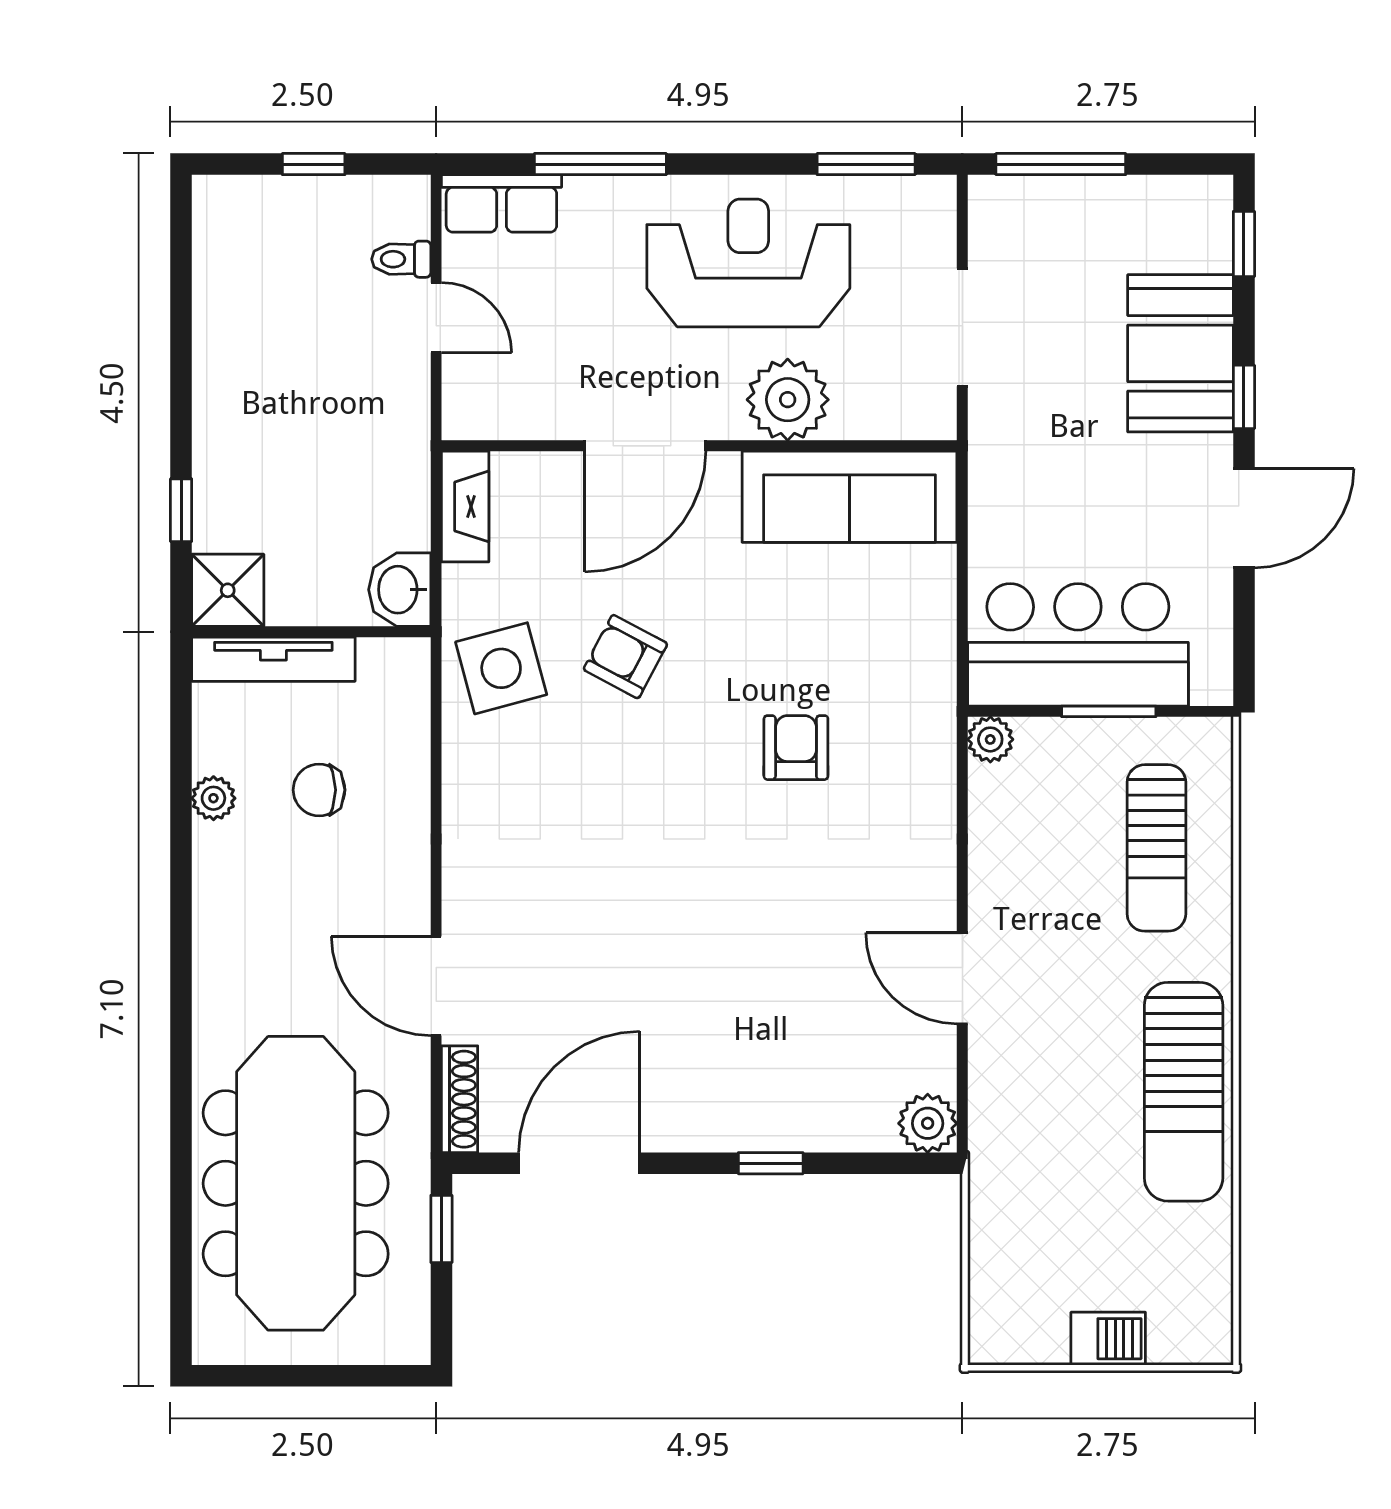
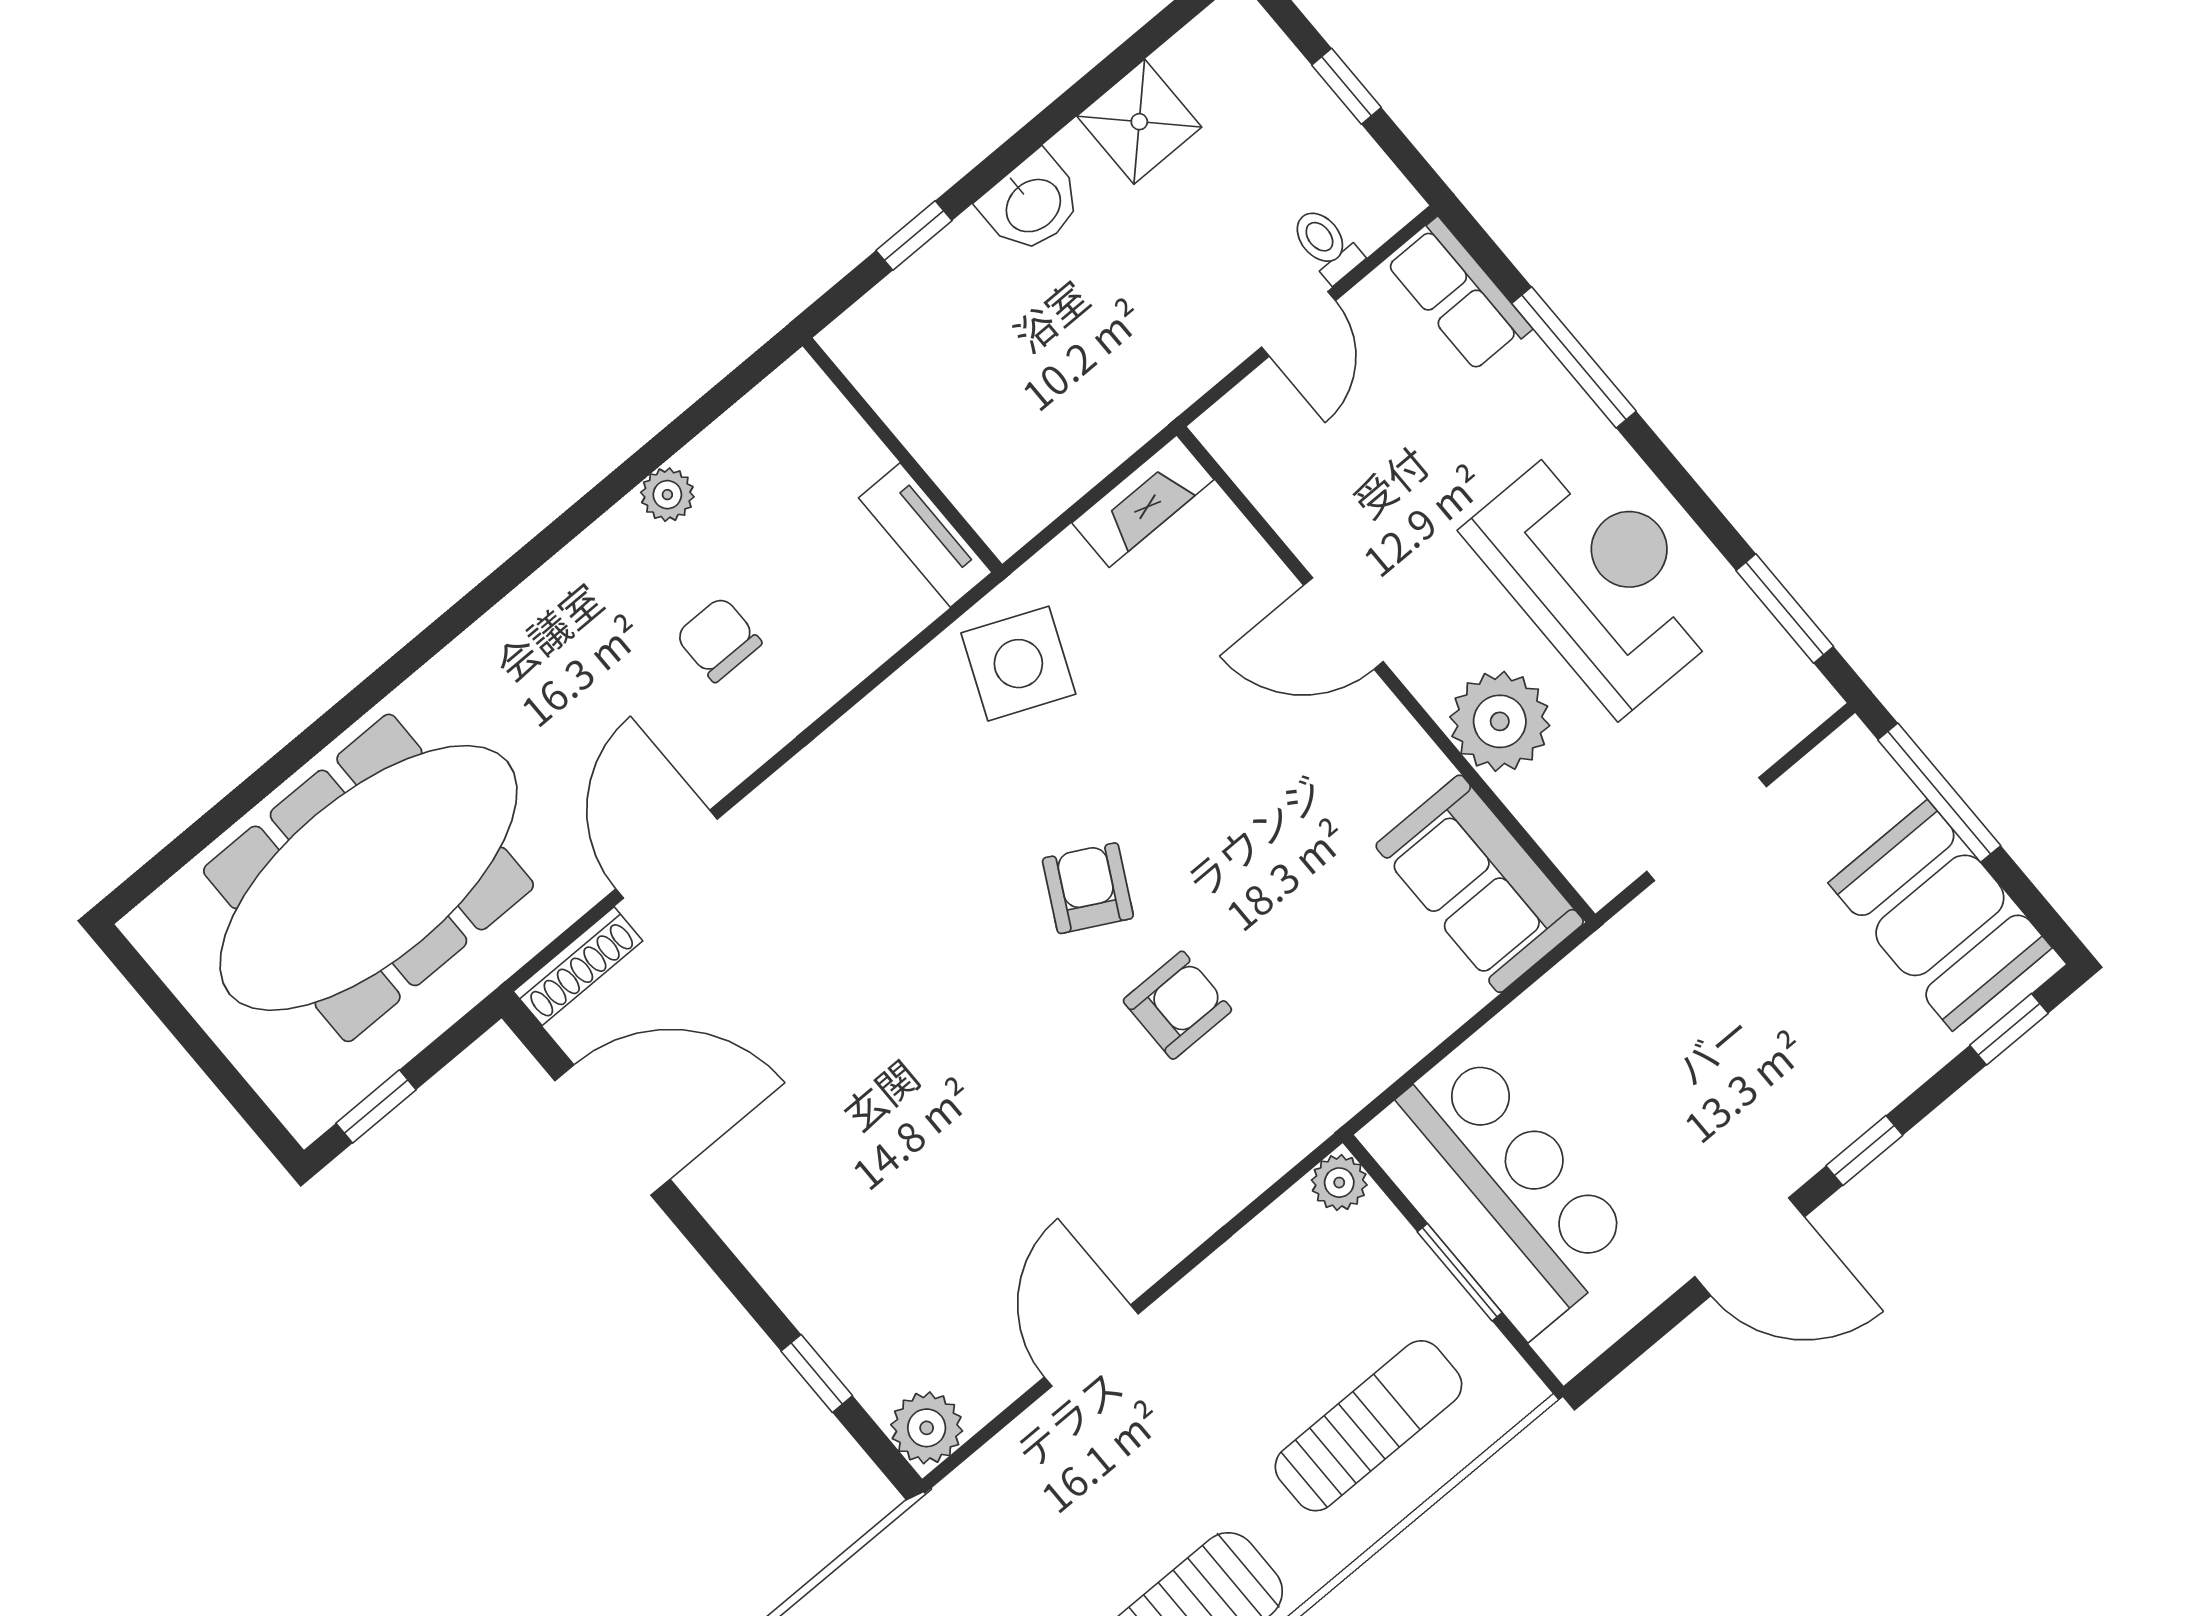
booth: (1181, 353) -> (1940, 915), moved, turned 90
door: (645, 446) -> (1343, 623), width x0.73
sofa: (850, 497) -> (1480, 884), width x0.73
shower: (228, 590) -> (1139, 122), moved
washbasin: (400, 590) -> (1032, 204), moved, turned 180
armchair: (625, 657) -> (1088, 888), moved
tv unit: (273, 659) -> (925, 535), moved, width x0.71
side table: (501, 668) -> (1018, 664), turned 38
chair: (319, 790) -> (719, 639), moved
sun lounger: (1156, 848) -> (1368, 1426), turned 180
window: (771, 1163) -> (817, 1373), moved
window: (441, 1229) -> (376, 1106), moved

